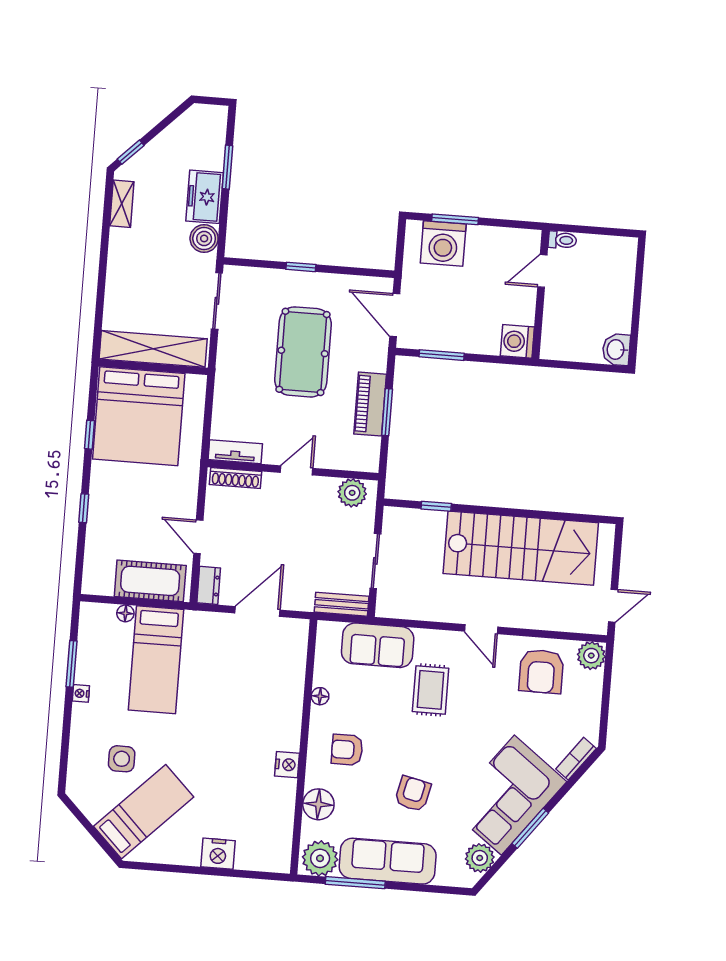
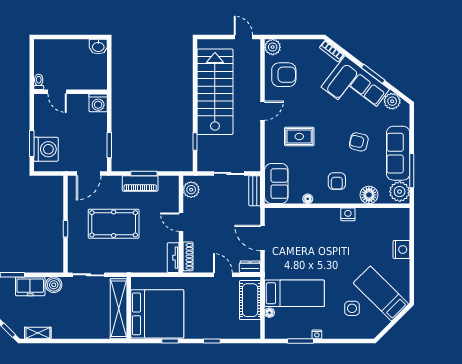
door: (198, 537) -> (223, 275), swing flipped
sofa: (378, 645) -> (276, 184), moved

